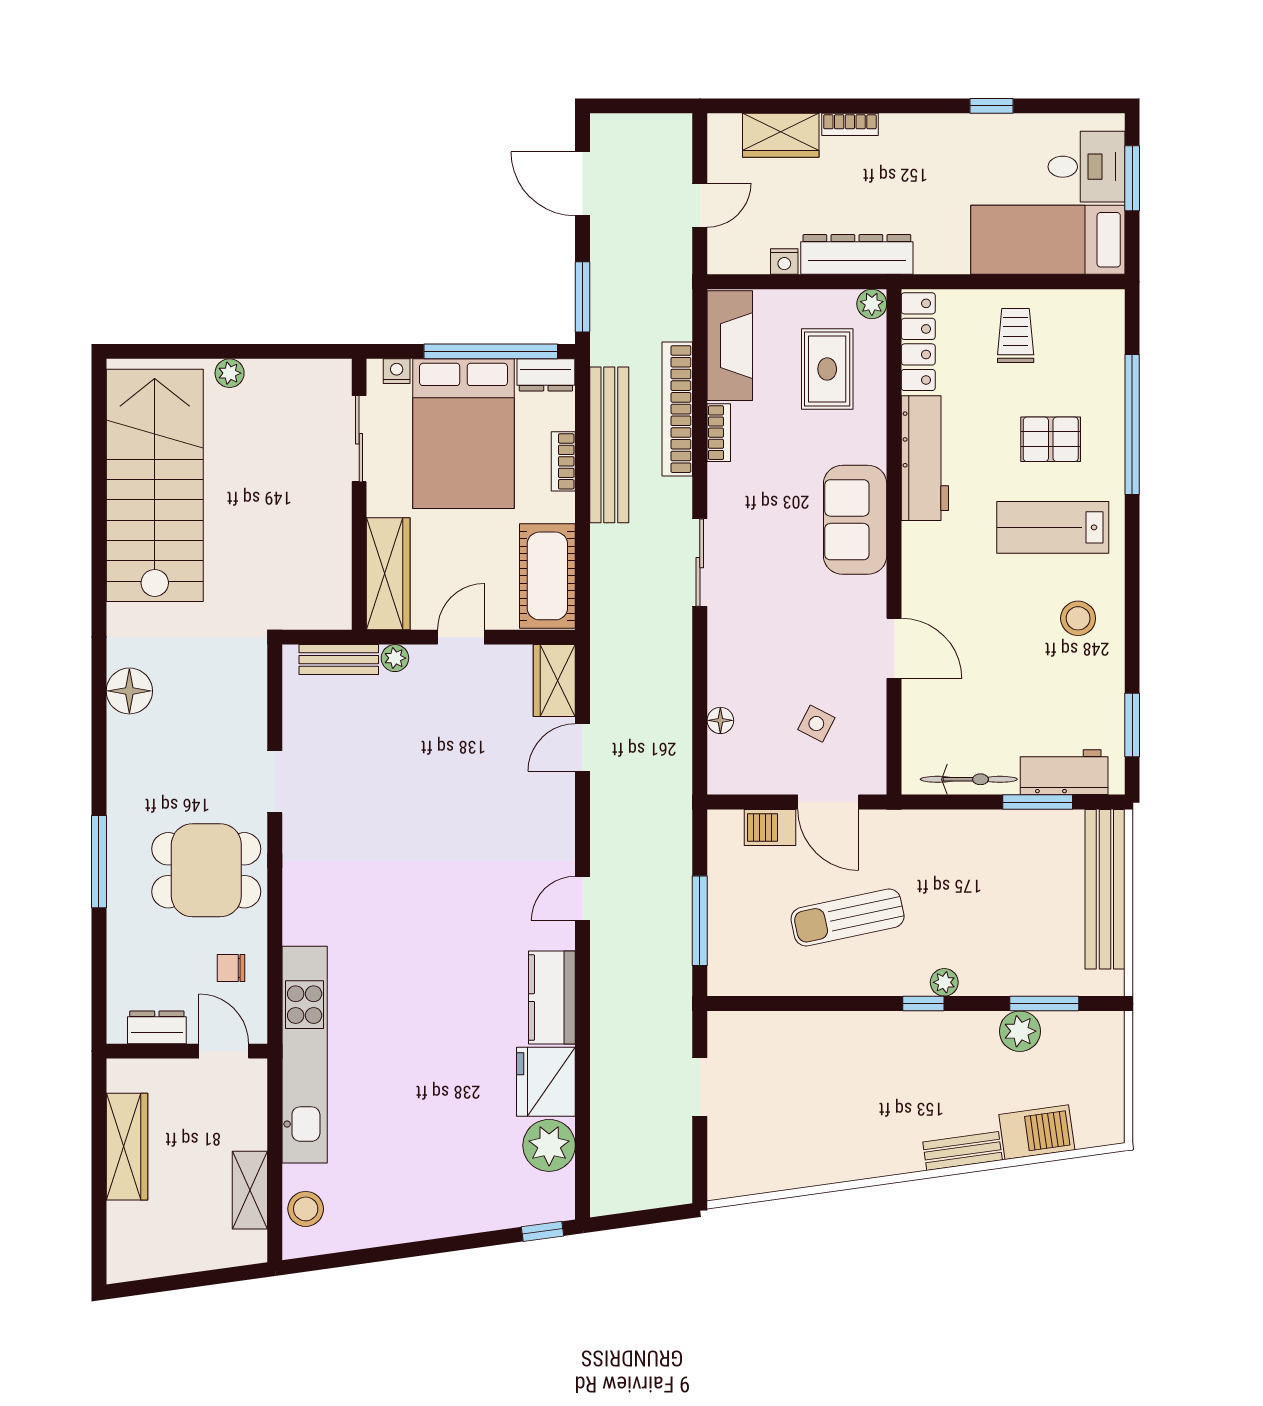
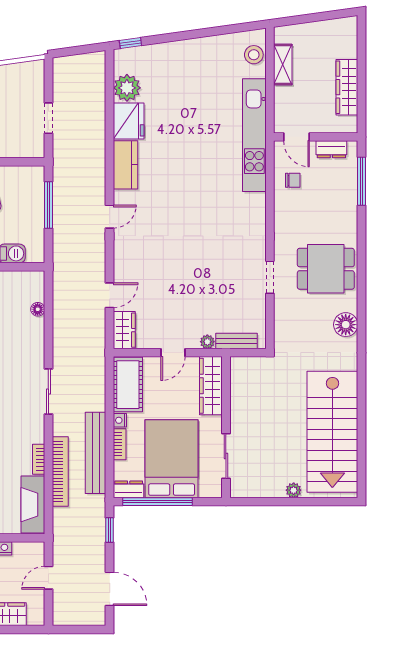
window: (583, 297) -> (110, 530), width x0.67
nightstand: (397, 371) -> (120, 420), moved, turned 90
window: (99, 862) -> (362, 181), moved
dining table: (206, 870) -> (326, 269), moved

